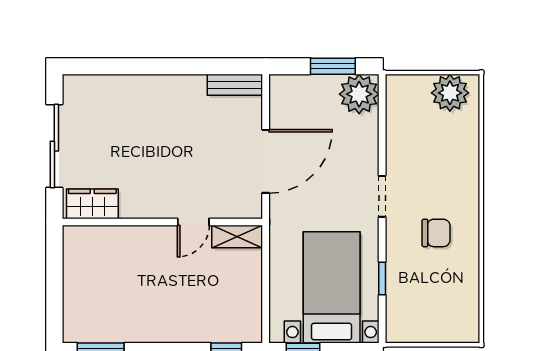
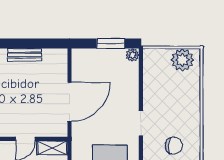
bench: (235, 85) -> (25, 55), moved
plant: (359, 94) -> (132, 55), width x0.53, depth x0.53

